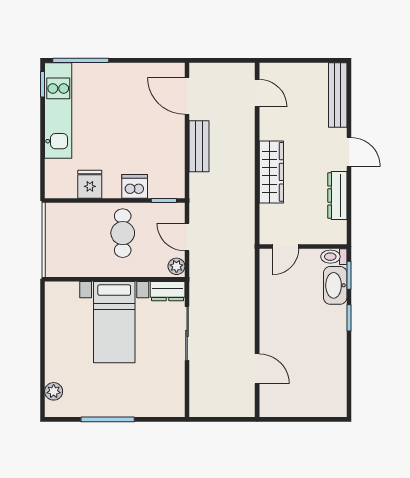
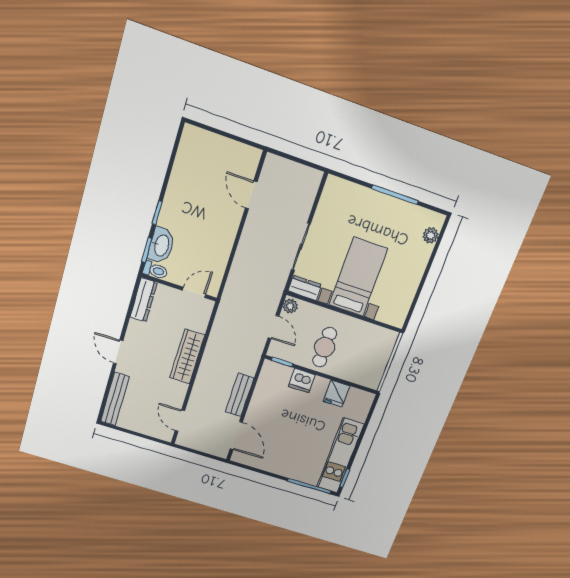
dresser: (337, 196) -> (144, 300), moved

